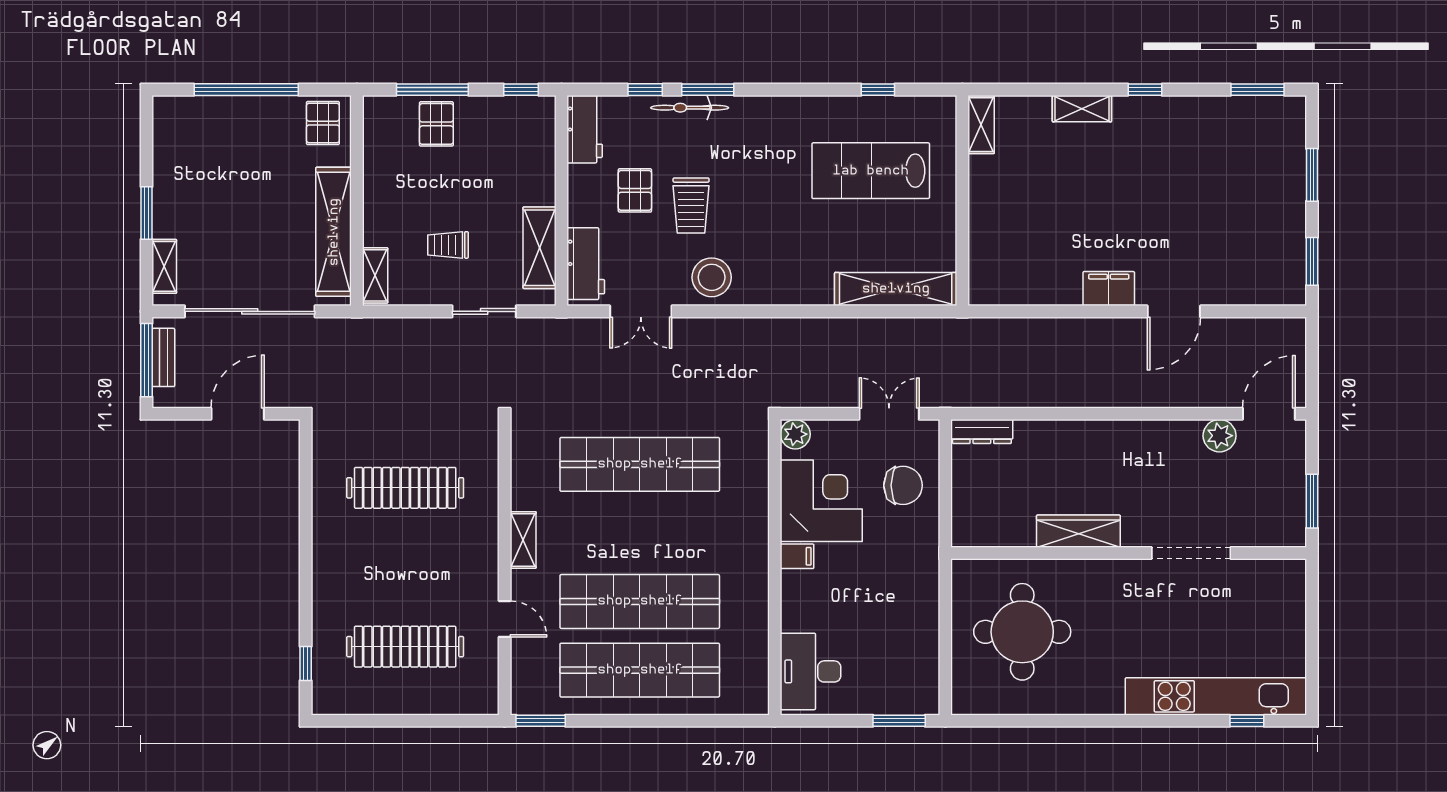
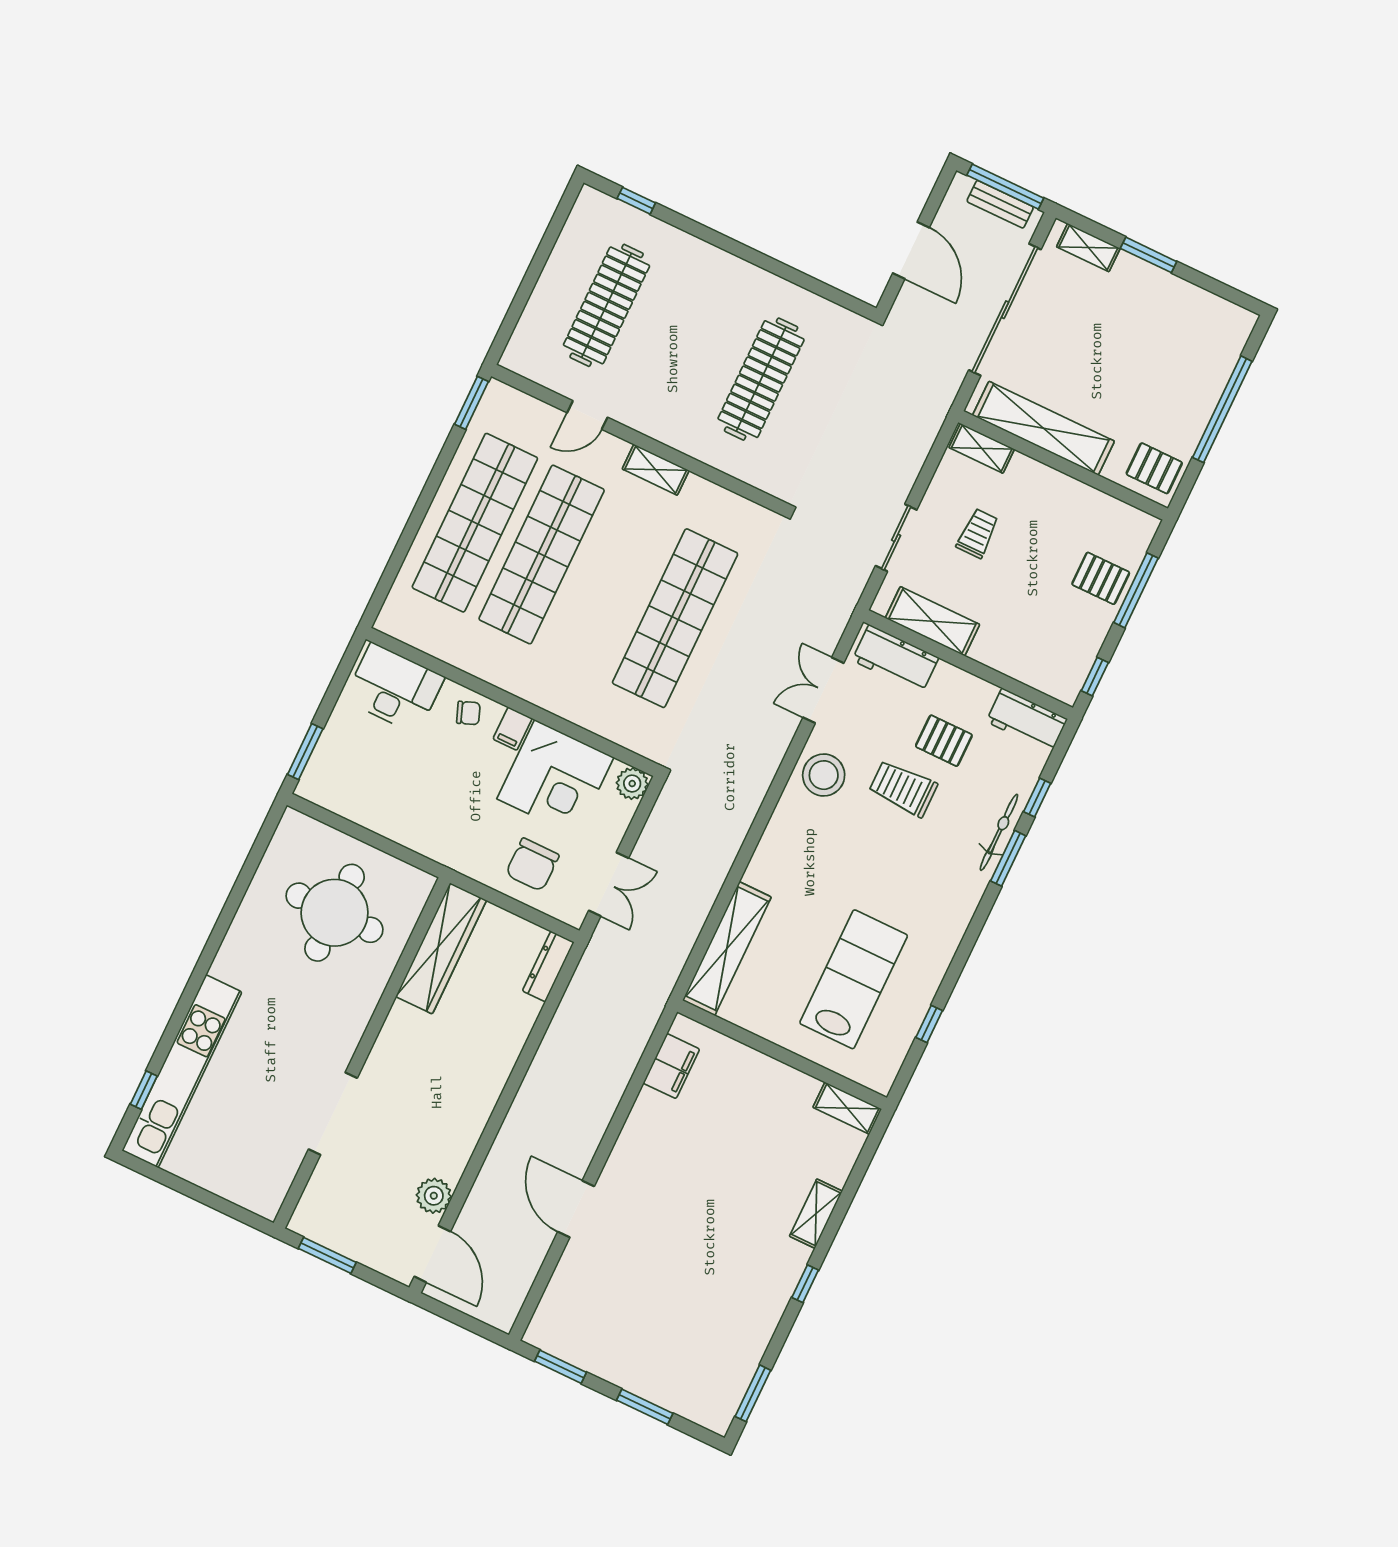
filing cabinet: (1109, 289) -> (671, 1066), moved
wardrobe: (1078, 531) -> (441, 948), moved, width x1.40, depth x1.17
chair: (802, 600) -> (468, 713), added

